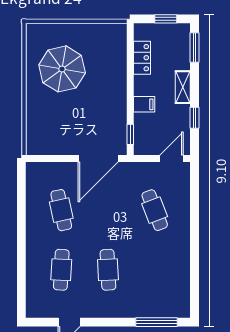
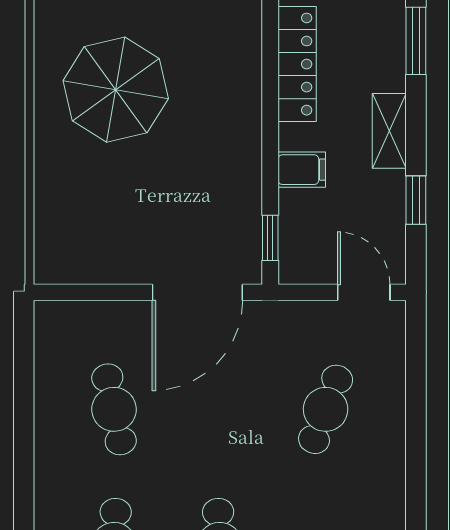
locker: (142, 58) -> (297, 64), width x1.53
door: (171, 159) -> (364, 292), hinge flipped
cafe table: (155, 210) -> (326, 409), turned 42

